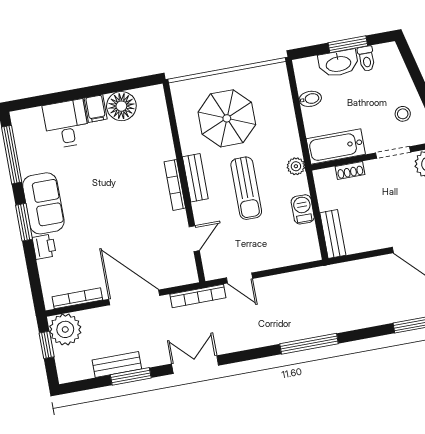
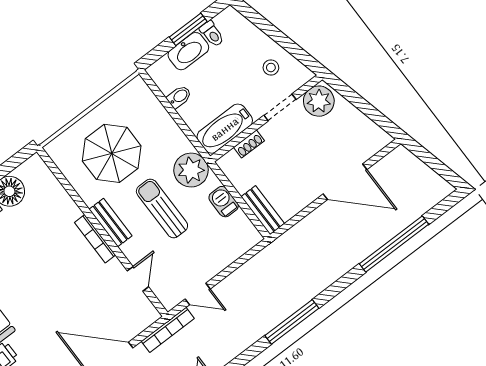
plant: (296, 166) -> (191, 170), width x1.88, depth x1.88
sun lounger: (246, 188) -> (162, 208), turned 180

